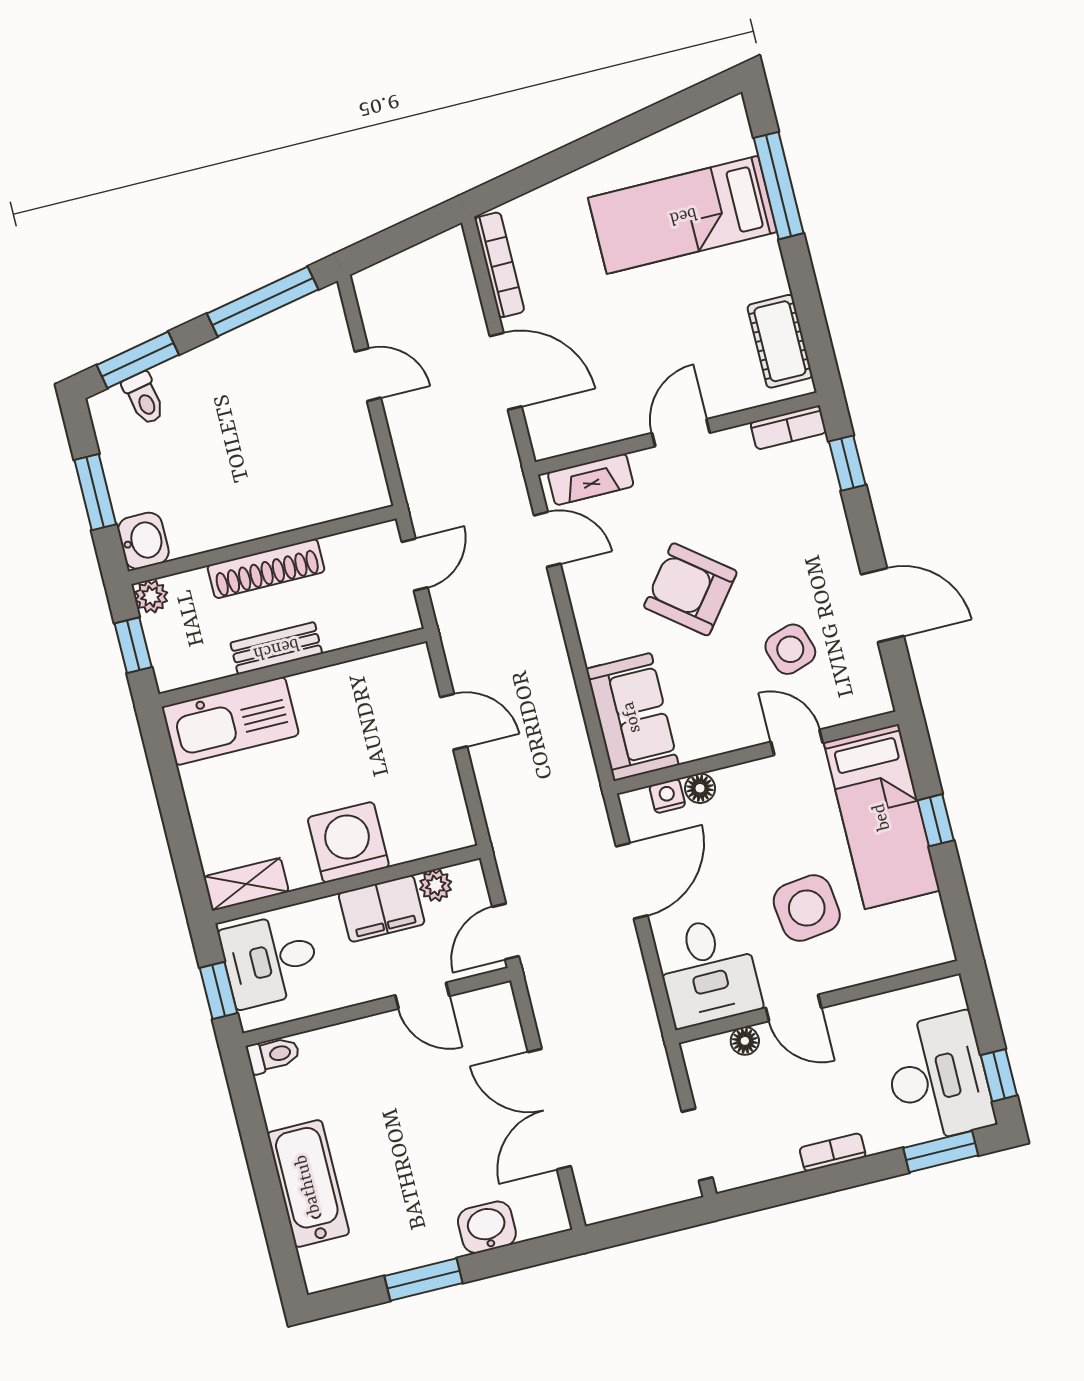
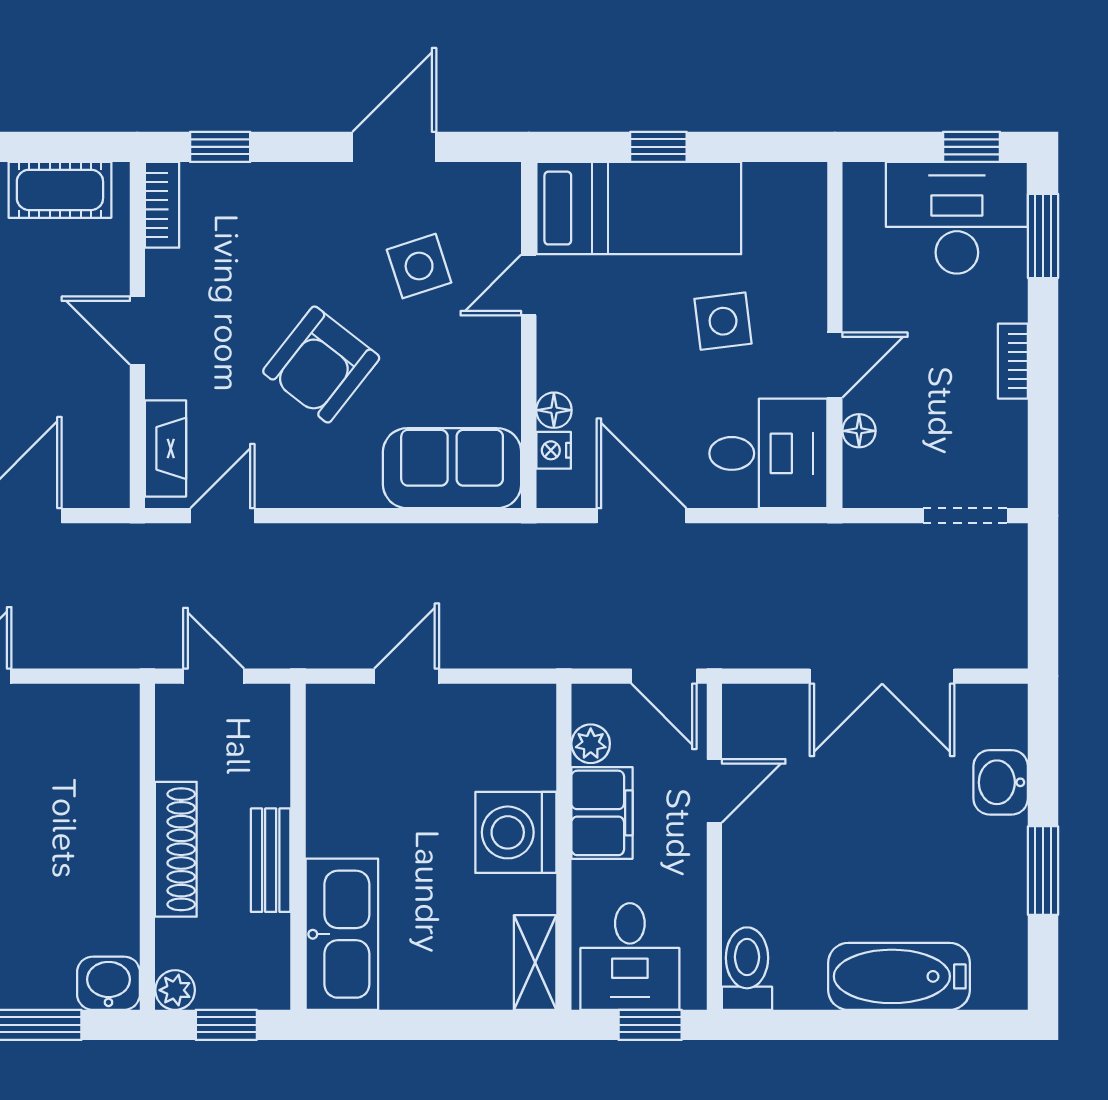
side table: (807, 908) -> (723, 321), width x0.73, depth x0.73
toilet: (273, 1055) -> (747, 969), width x1.37, depth x1.39

